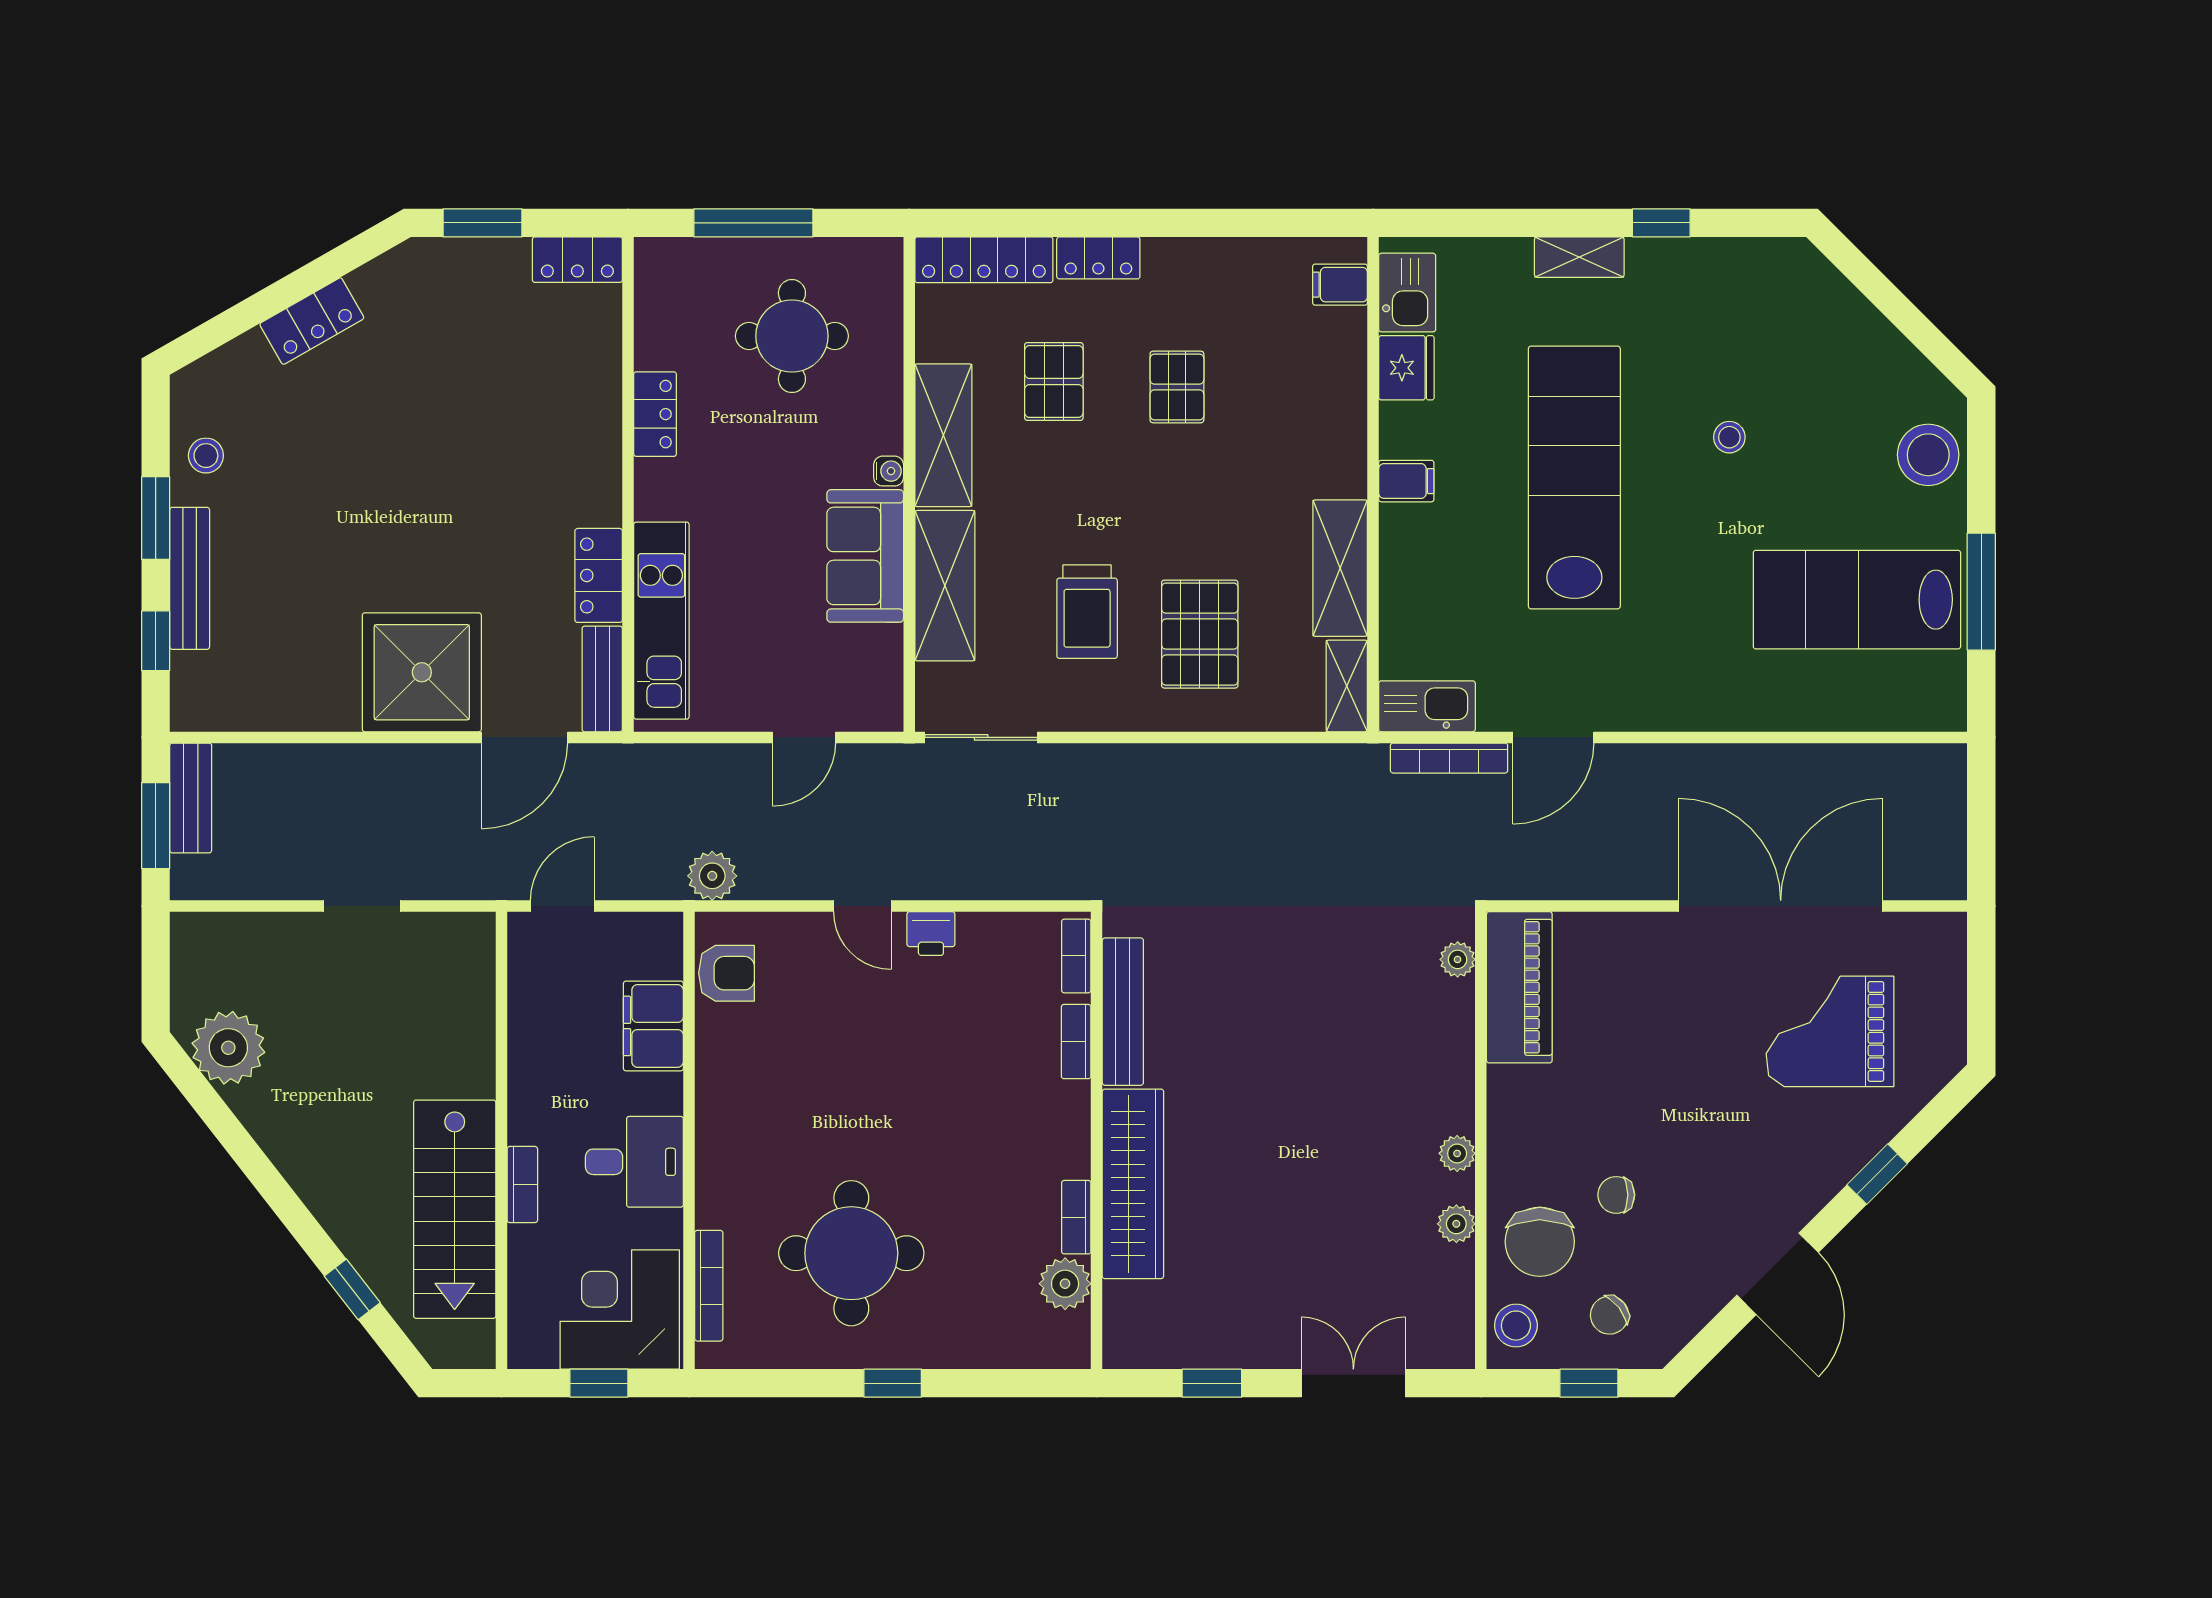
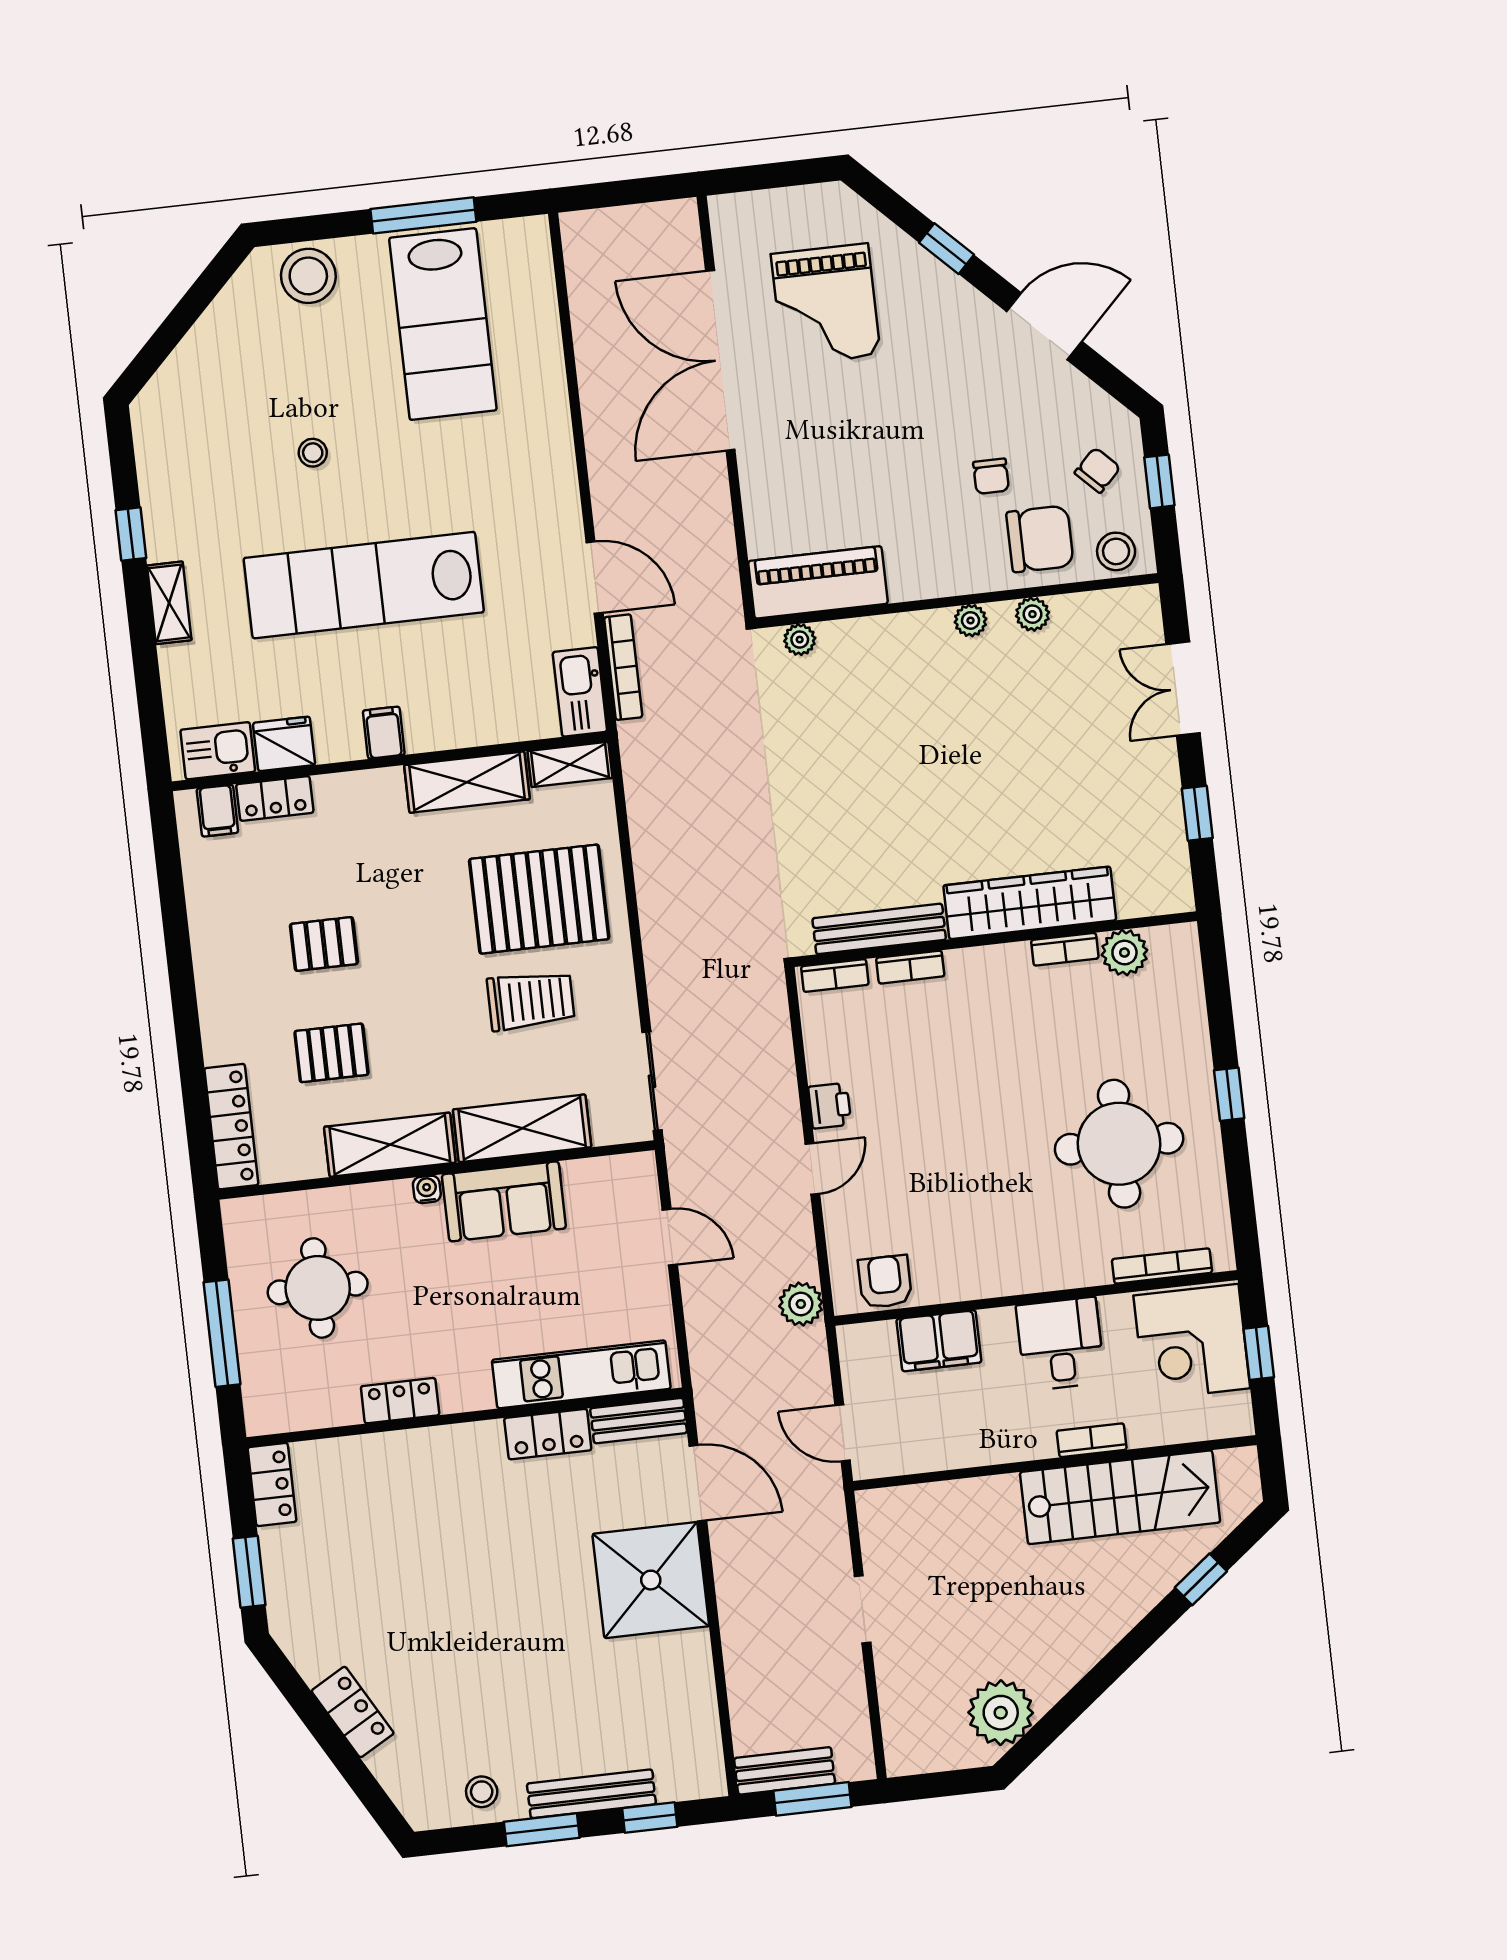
locker: (1098, 258) -> (275, 798), moved, turned 90
pallet: (1200, 634) -> (539, 899), width x1.37, depth x1.41
chair: (1609, 1315) -> (1098, 470), turned -97

